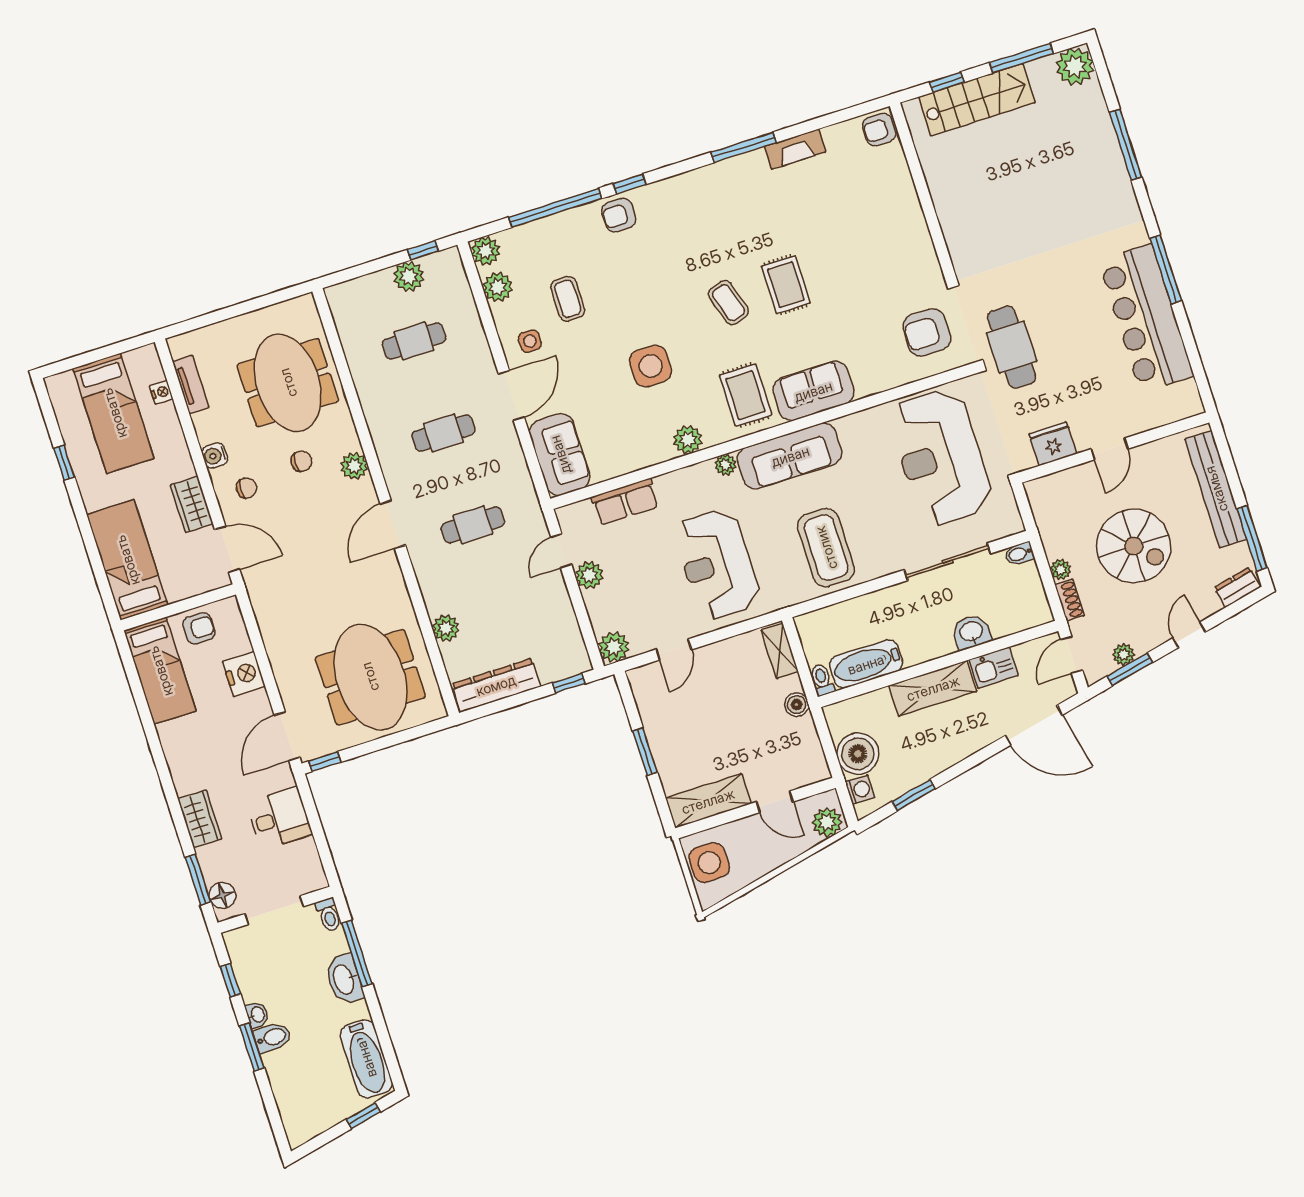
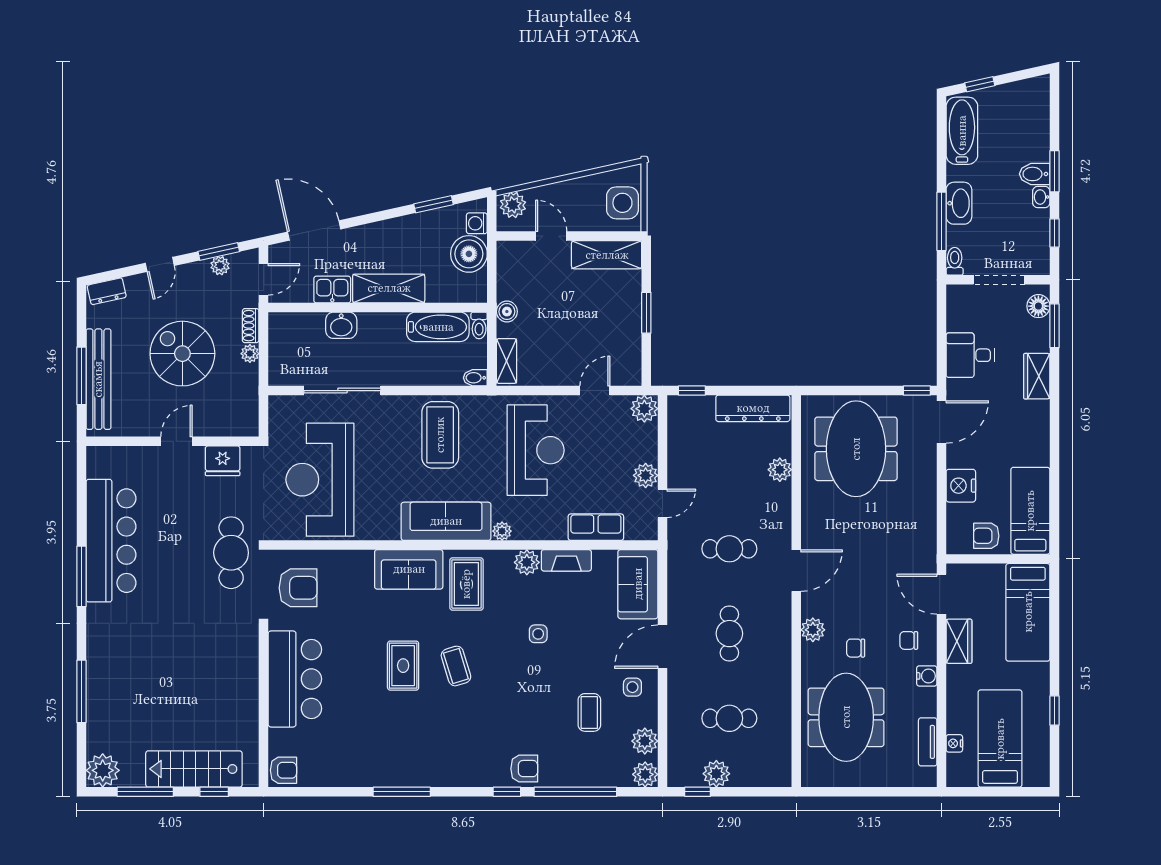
fireplace: (795, 149) -> (566, 560), moved, turned 180
bar counter: (899, 232) -> (295, 679), added
side table: (651, 366) -> (538, 634), width x0.54, depth x0.54
cafe table: (443, 433) -> (729, 634), turned 90
reception desk: (941, 457) -> (320, 480), turned 180
window: (1252, 538) -> (81, 376), moved
bidet: (1019, 554) -> (475, 378), moved, turned 180

